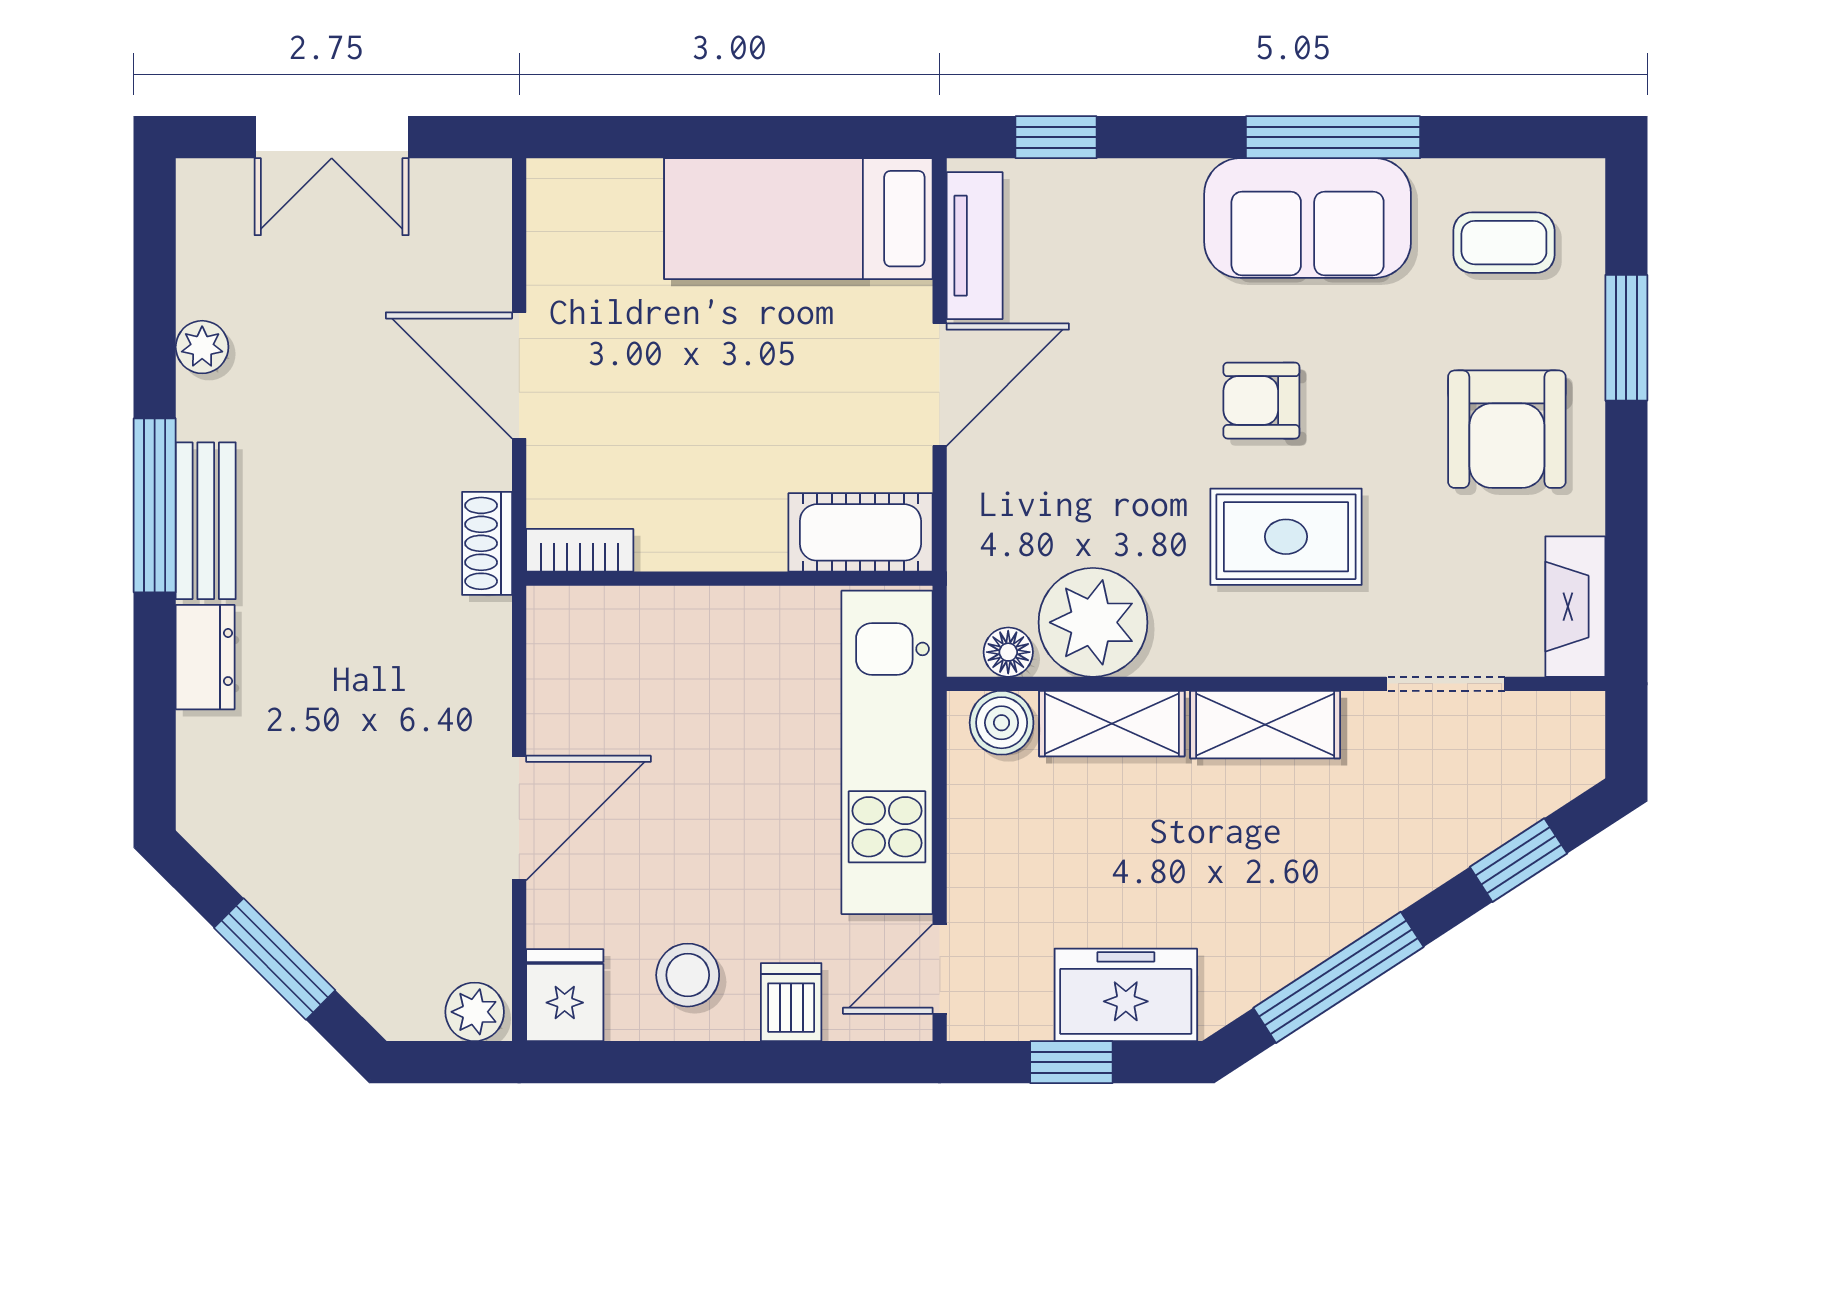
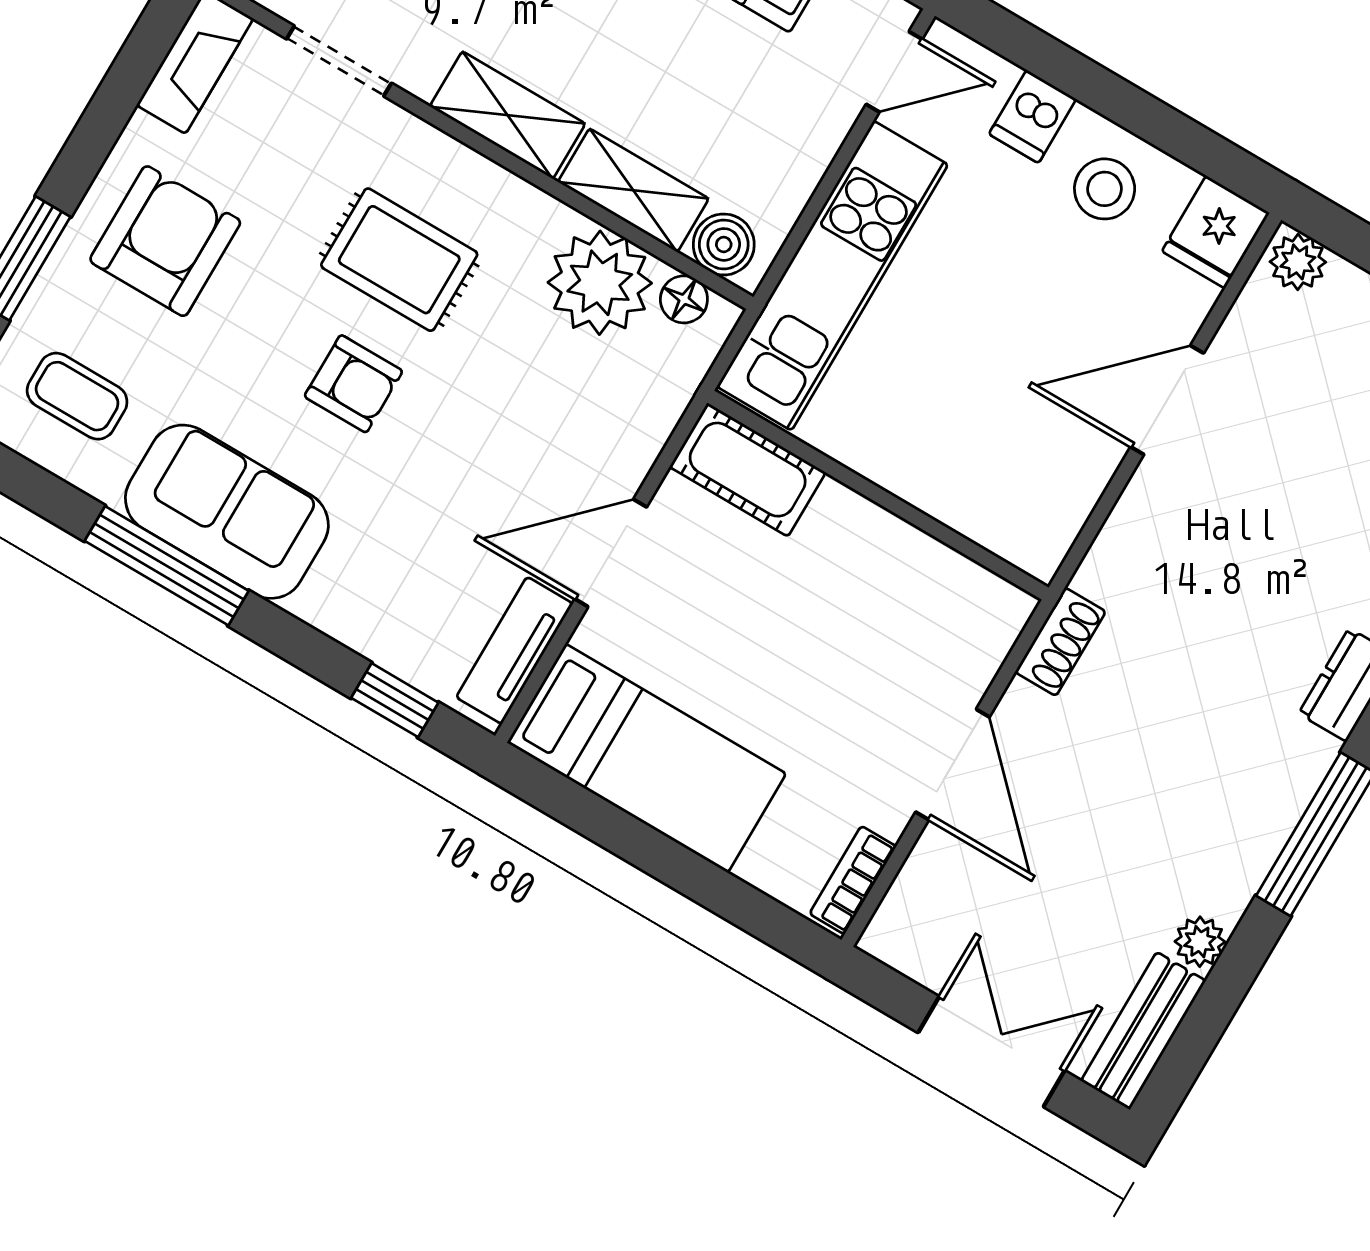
bench: (206, 521) -> (1143, 1031), moved
bookcase: (580, 550) -> (853, 880), moved, turned 90

